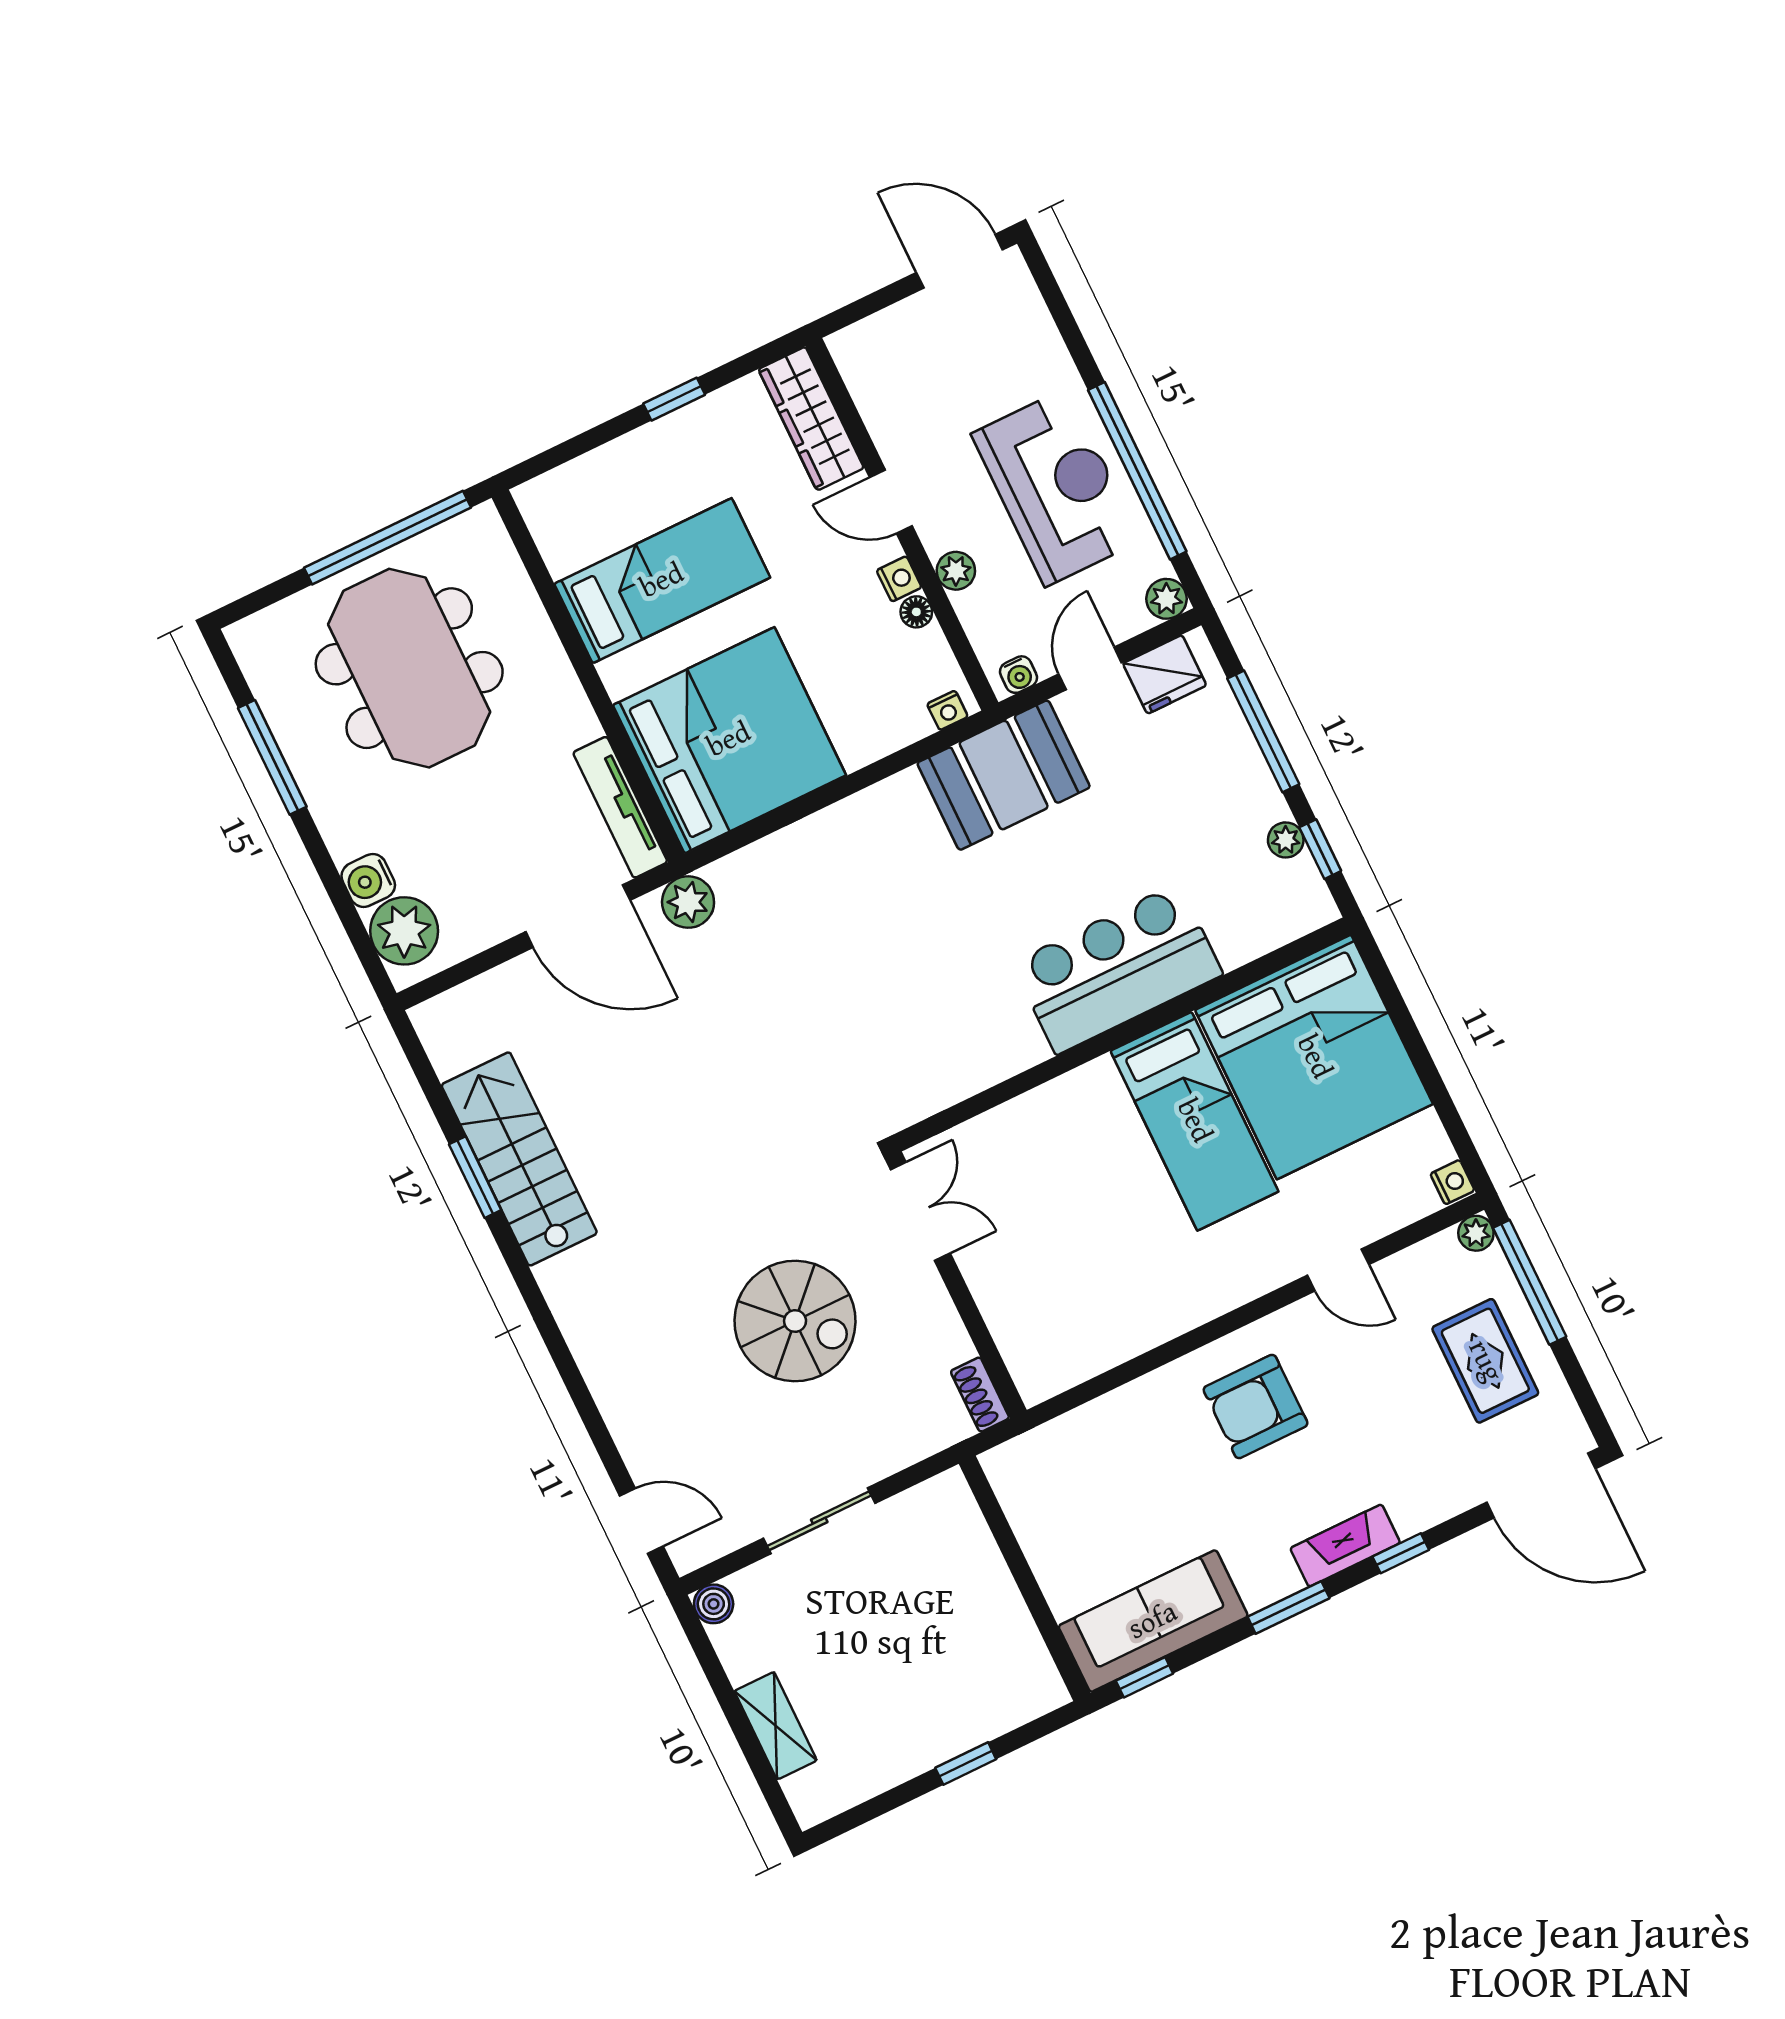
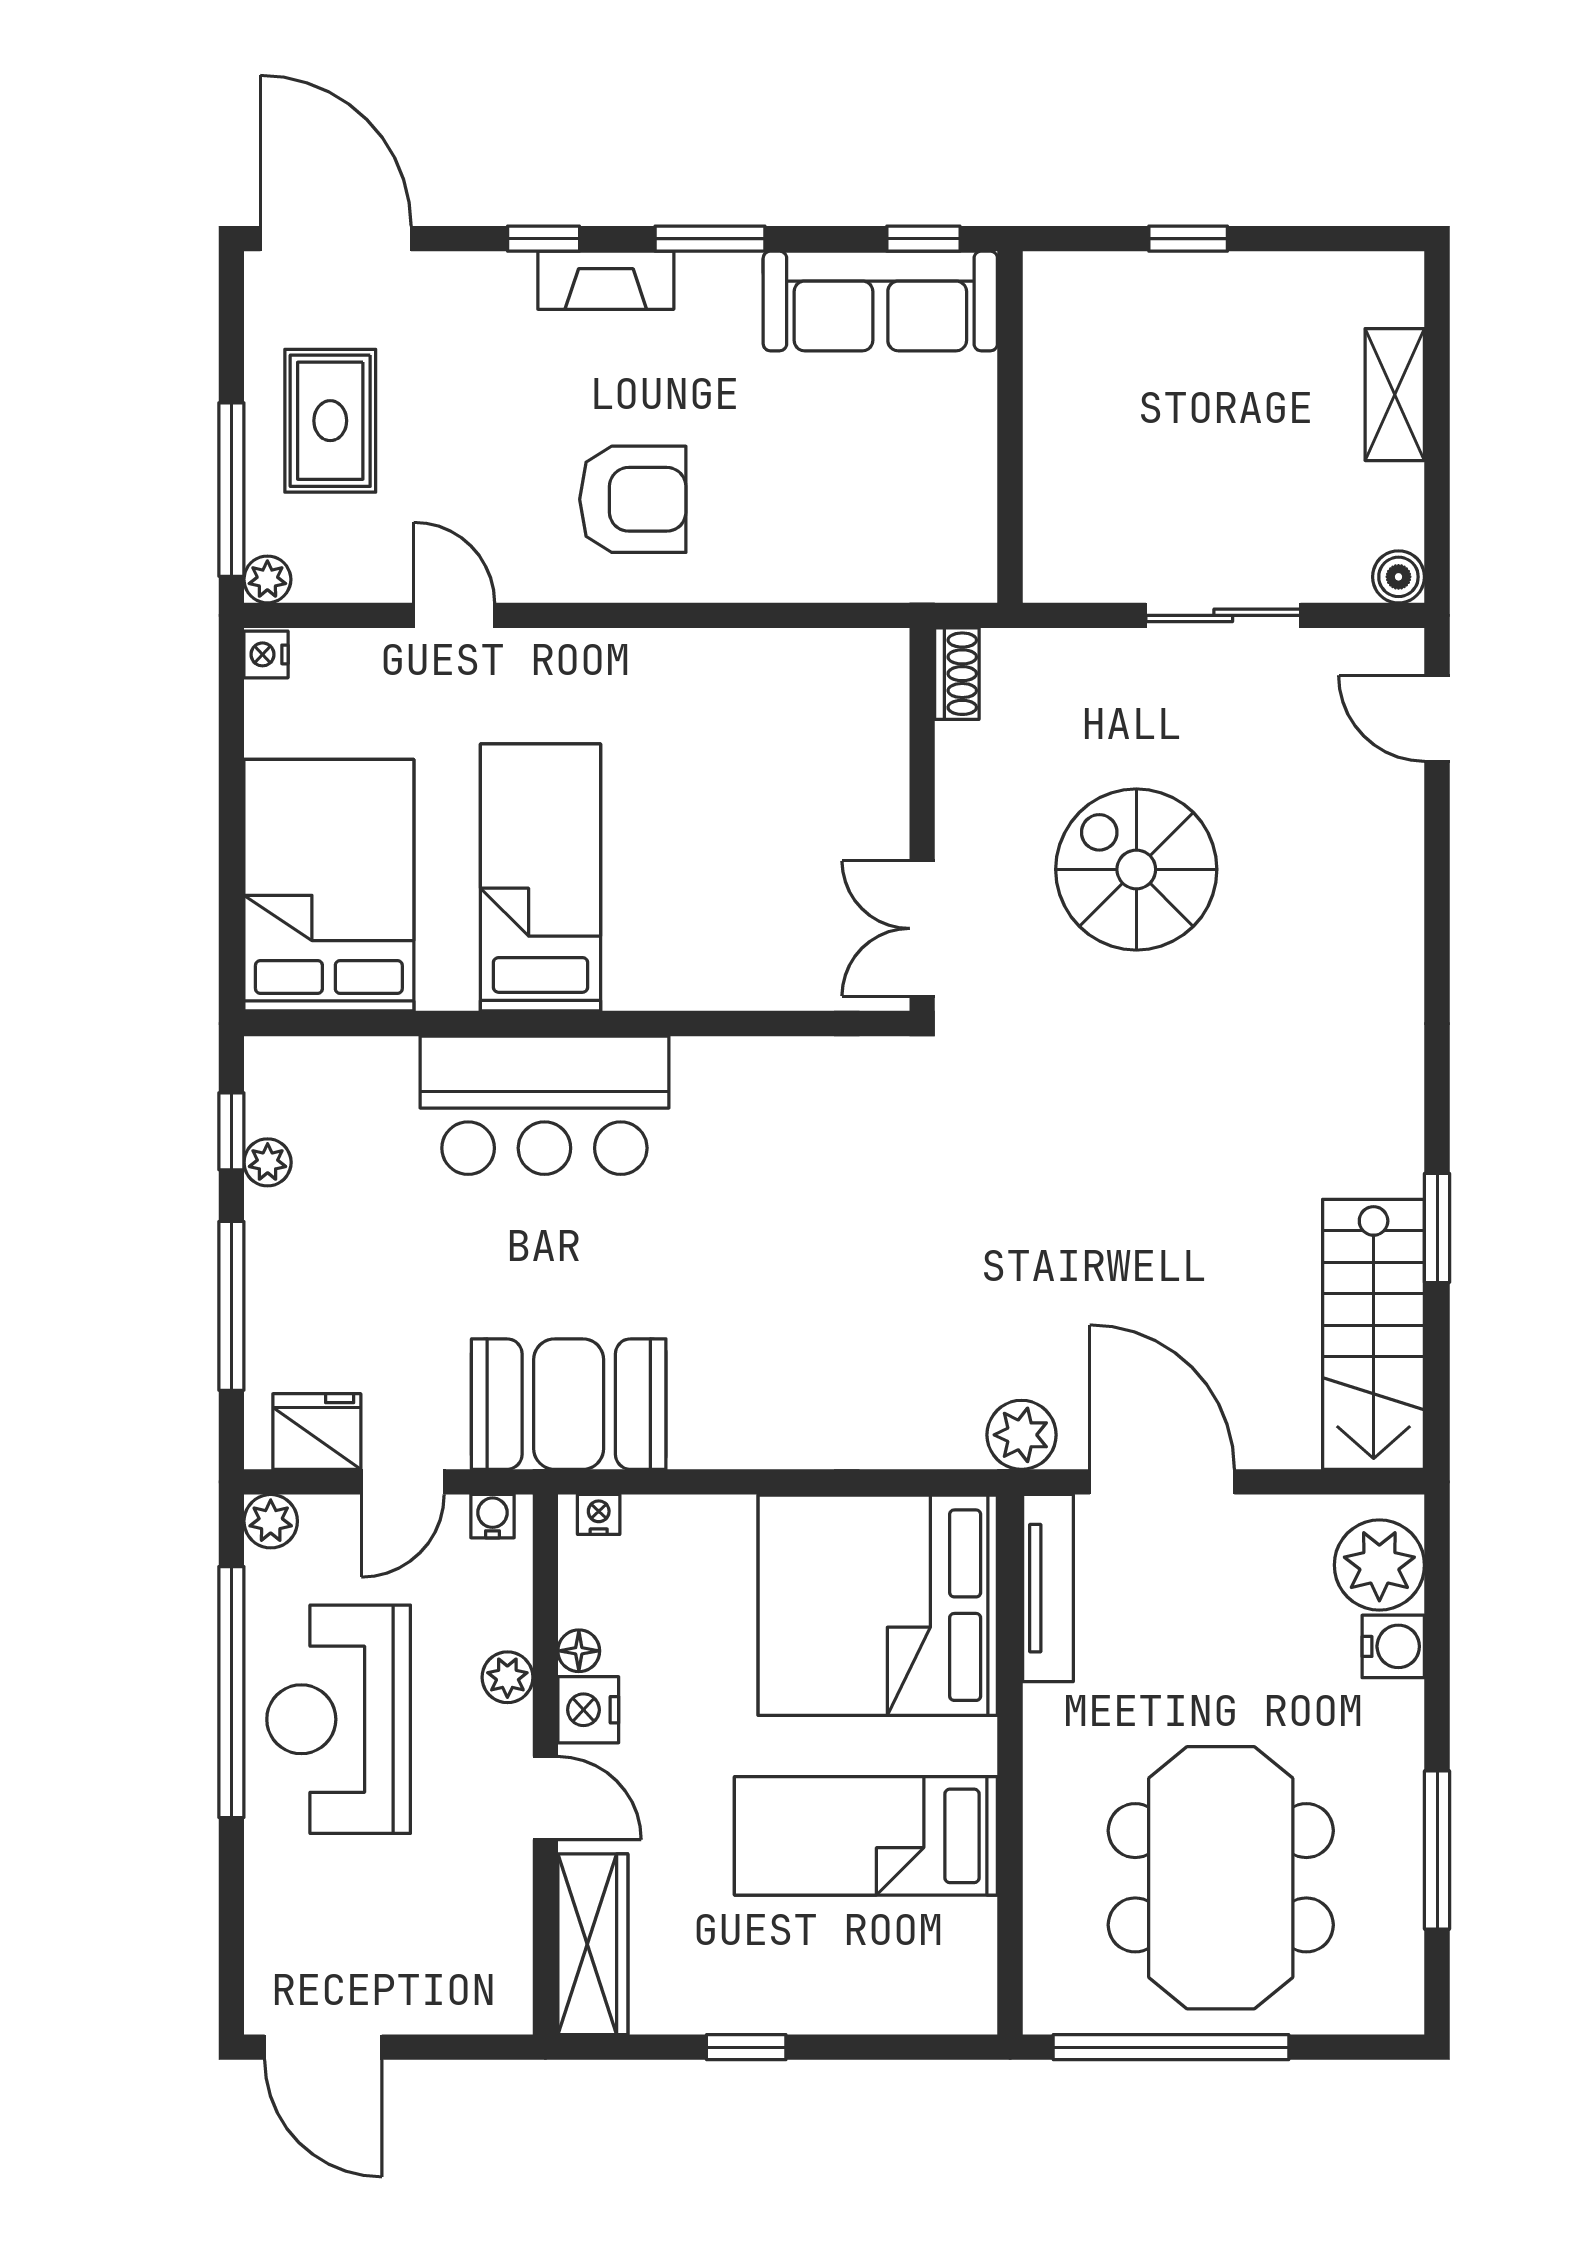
nightstand: (899, 579) -> (588, 1710), width x1.39, depth x1.35
bed: (1314, 1057) -> (329, 885), width x0.73
stairs: (519, 1159) -> (1374, 1334), moved

